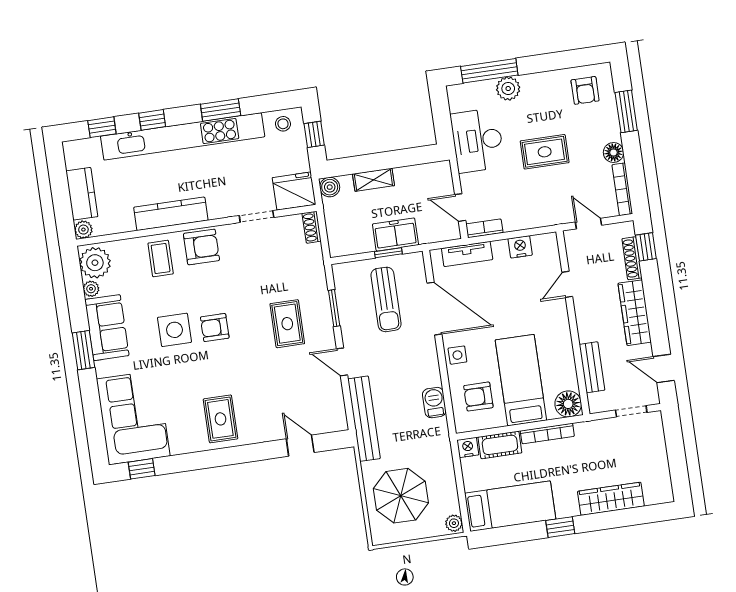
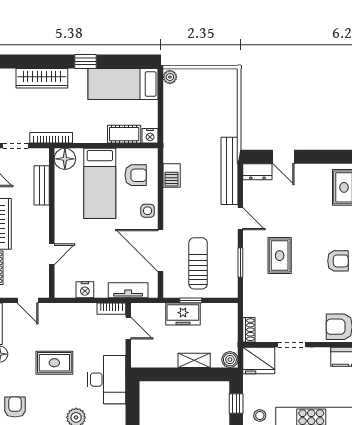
dresser: (330, 423) -> (257, 172), added
bookcase: (547, 433) -> (51, 138), moved
parasol: (401, 496) -> (209, 105), removed

